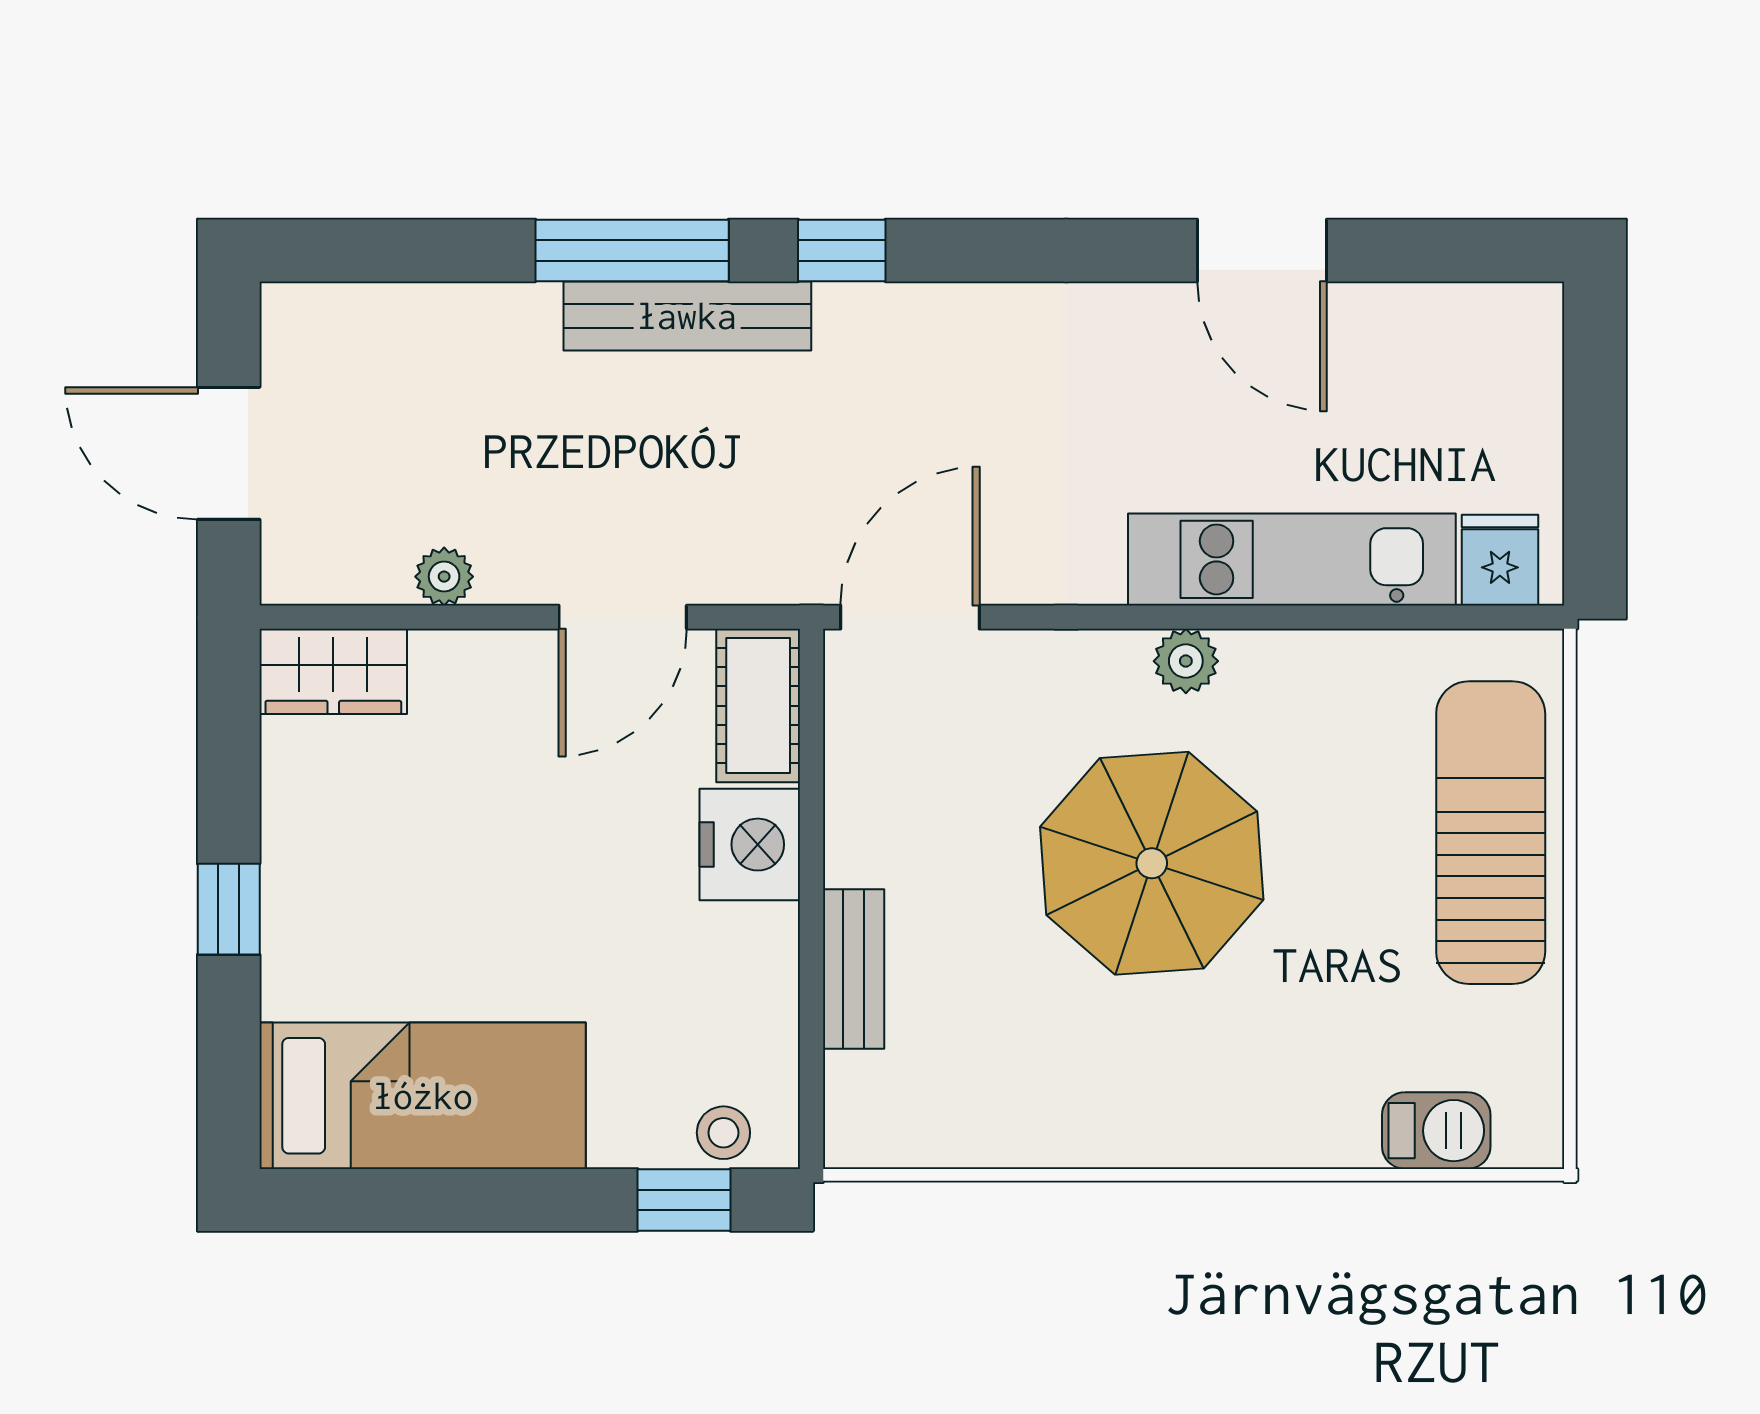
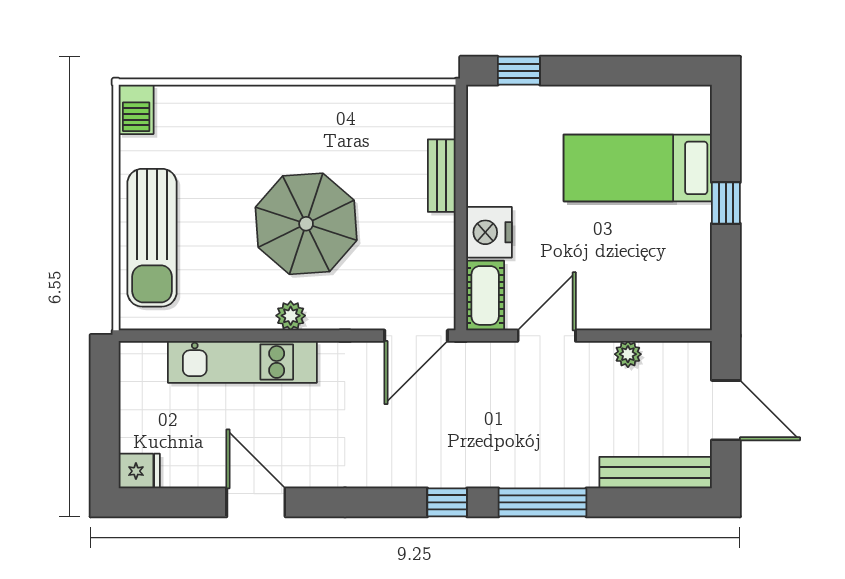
bench: (687, 316) -> (656, 473), moved
fridge: (1500, 560) -> (139, 471), moved, turned -90
wardrobe: (333, 671) -> (678, 311), removed
bed: (423, 1096) -> (638, 168), moved
barbecue: (1436, 1131) -> (136, 109), moved, turned -90
stool: (723, 1133) -> (501, 101), removed

